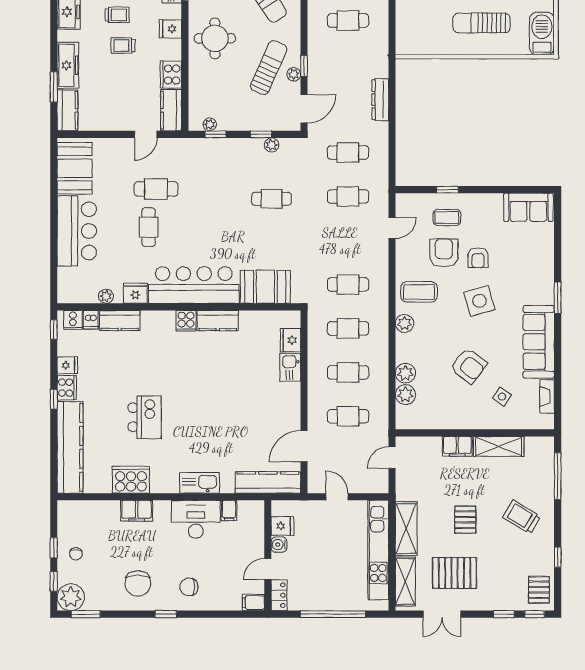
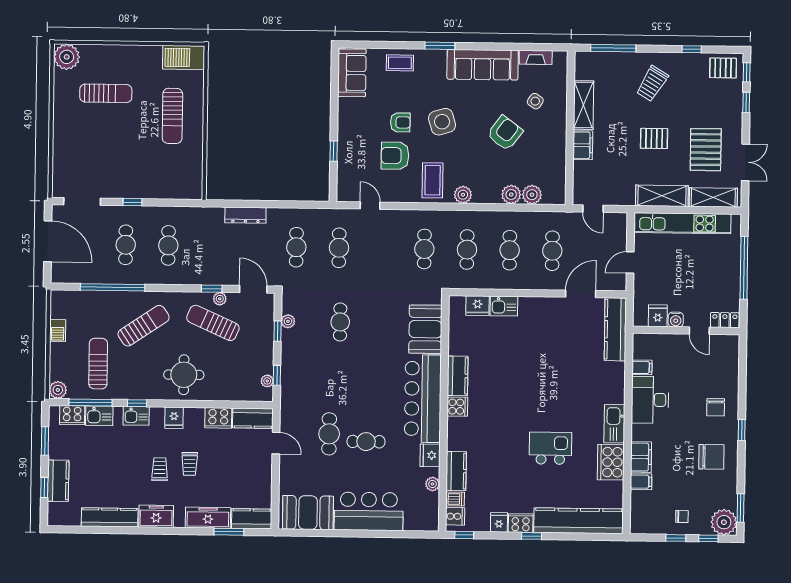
coffee table: (447, 217) -> (400, 63), moved, turned 90
door: (304, 446) -> (581, 294), swing flipped
kitchen sink: (200, 483) -> (614, 424), moved
filing cabinet: (253, 602) -> (641, 482), moved, turned -90

